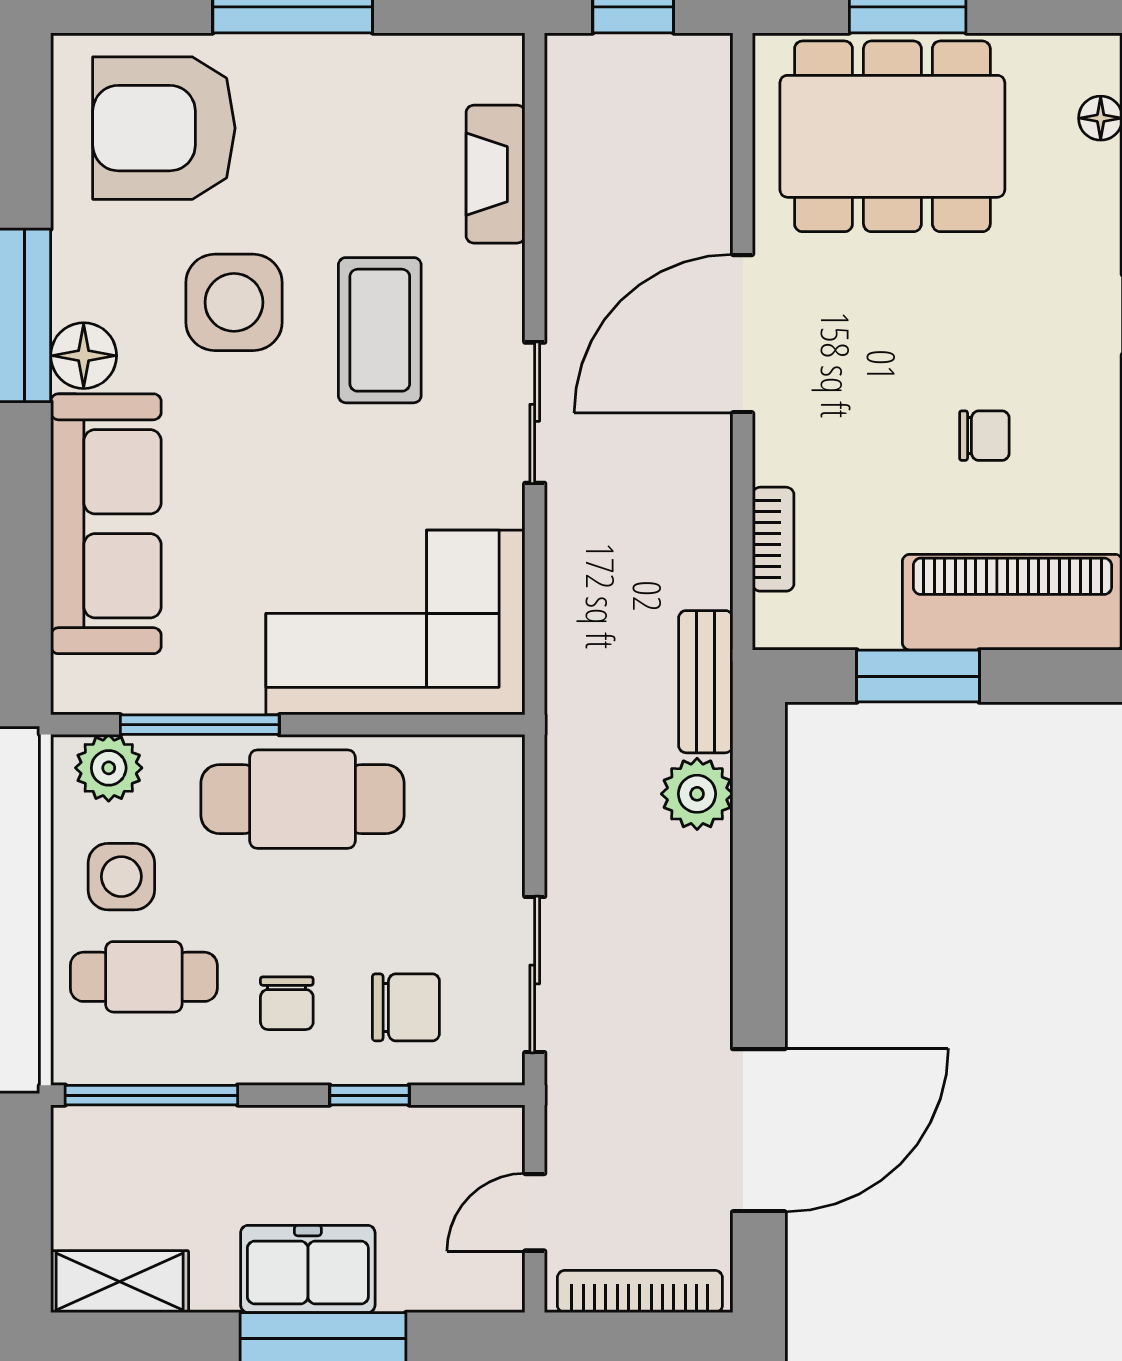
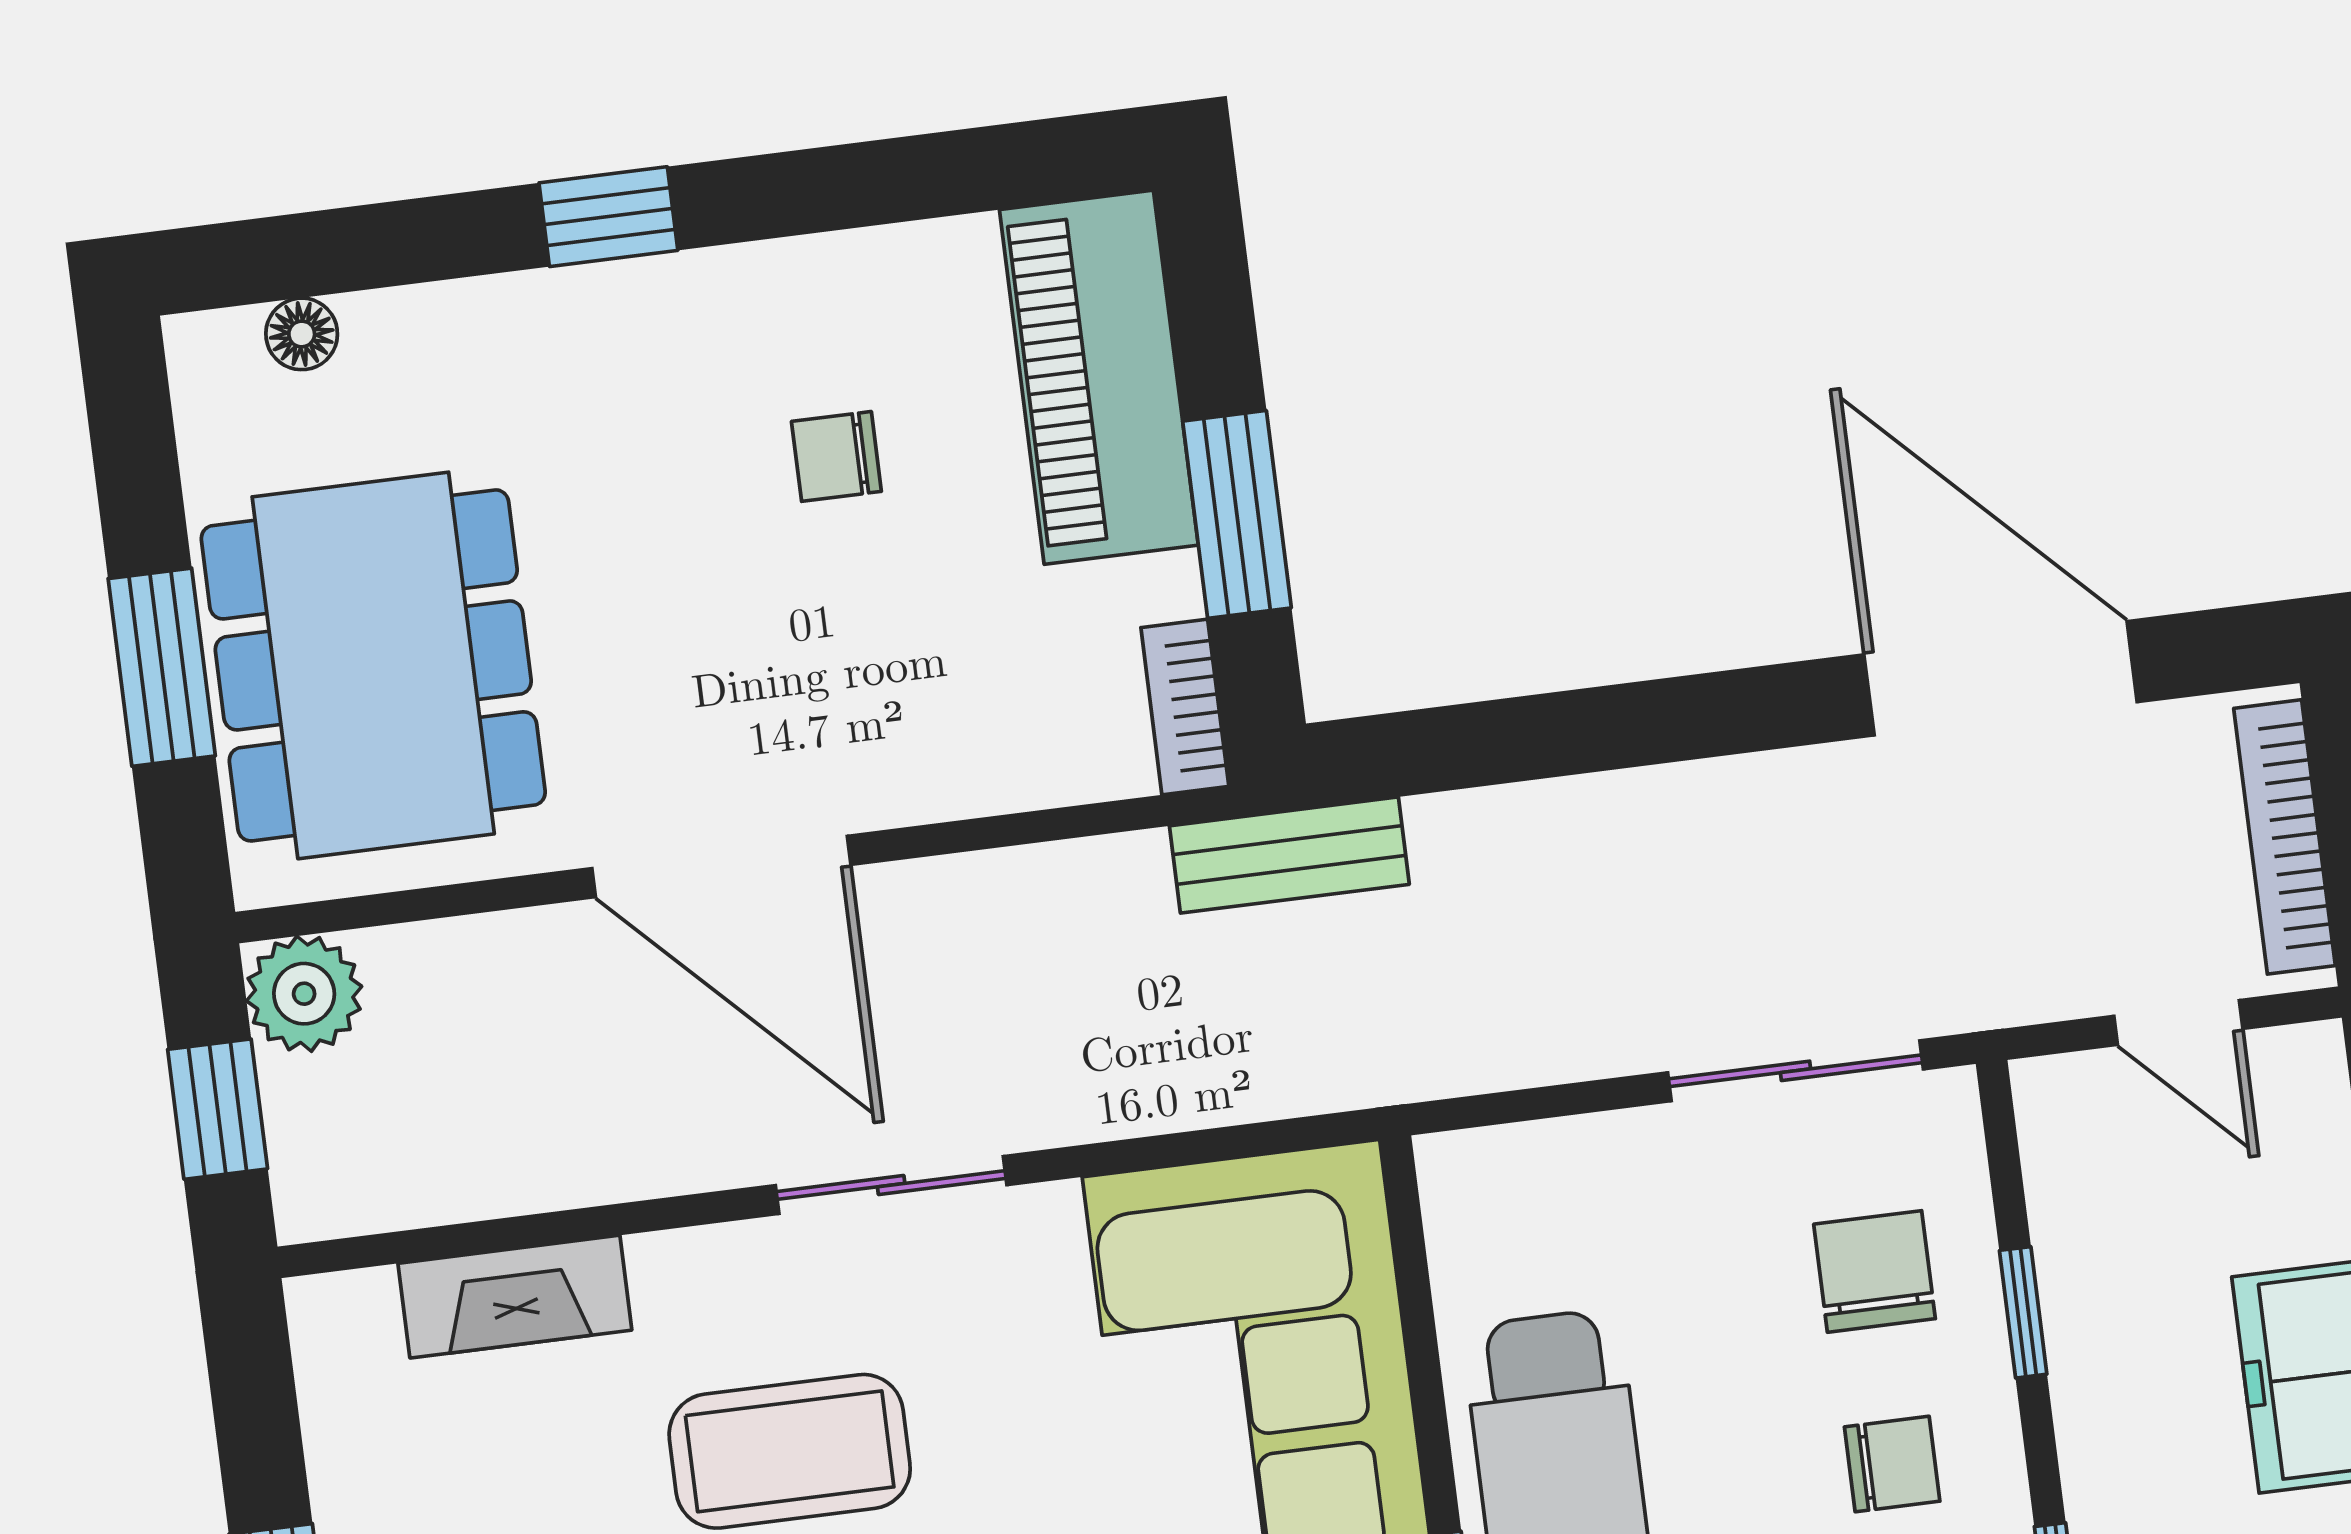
chair: (984, 436) -> (836, 456), turned -90
bookcase: (773, 539) -> (1185, 707), moved, turned -90
plant: (697, 794) -> (304, 994), moved

